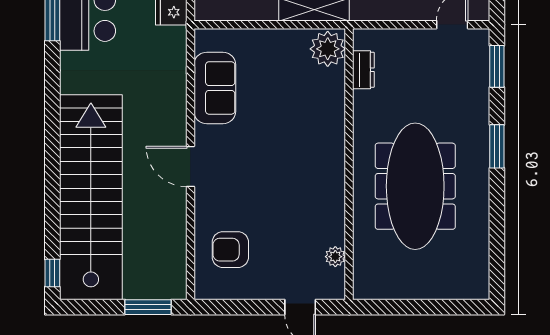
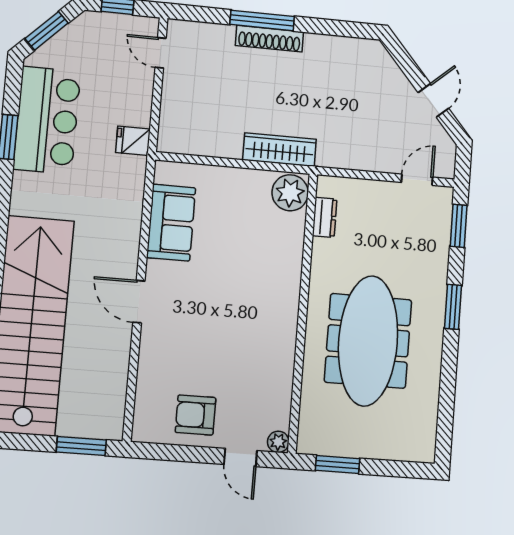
armchair: (230, 250) -> (196, 415), moved
plant: (335, 257) -> (278, 442), moved
window: (394, 307) -> (338, 464), added

